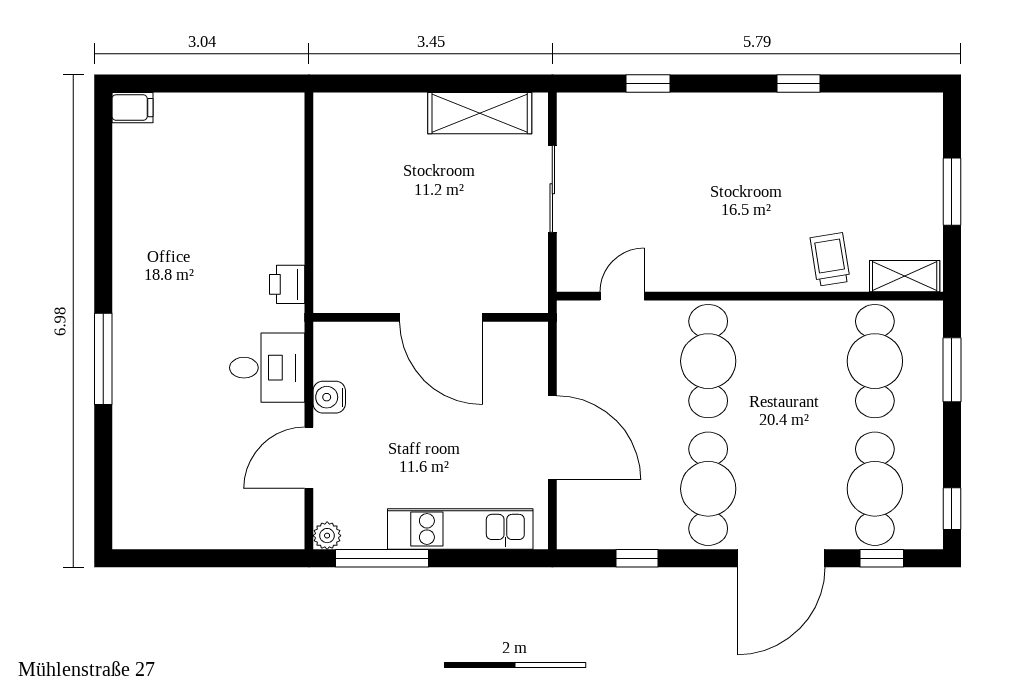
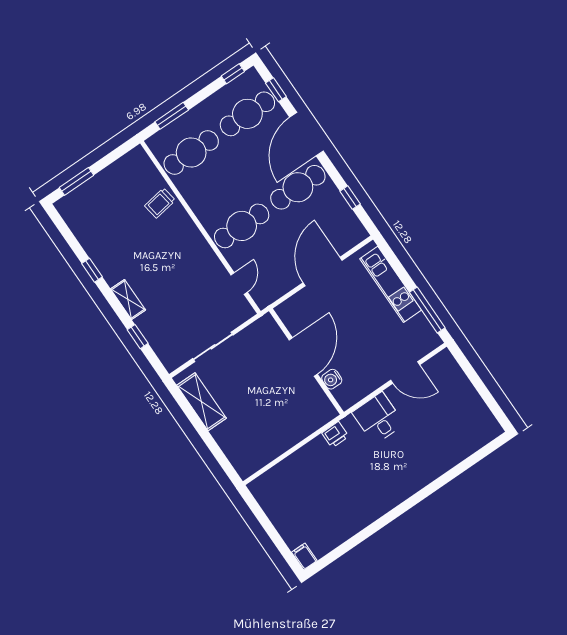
window: (952, 192) -> (76, 181), moved
shelving: (905, 276) -> (128, 299), moved
door: (622, 296) -> (239, 284), swing flipped
window: (103, 359) -> (424, 493), removed
water cooler: (329, 397) -> (332, 379), moved, turned 90
plant: (327, 536) -> (434, 341), removed
door: (781, 558) -> (306, 134), swing flipped

